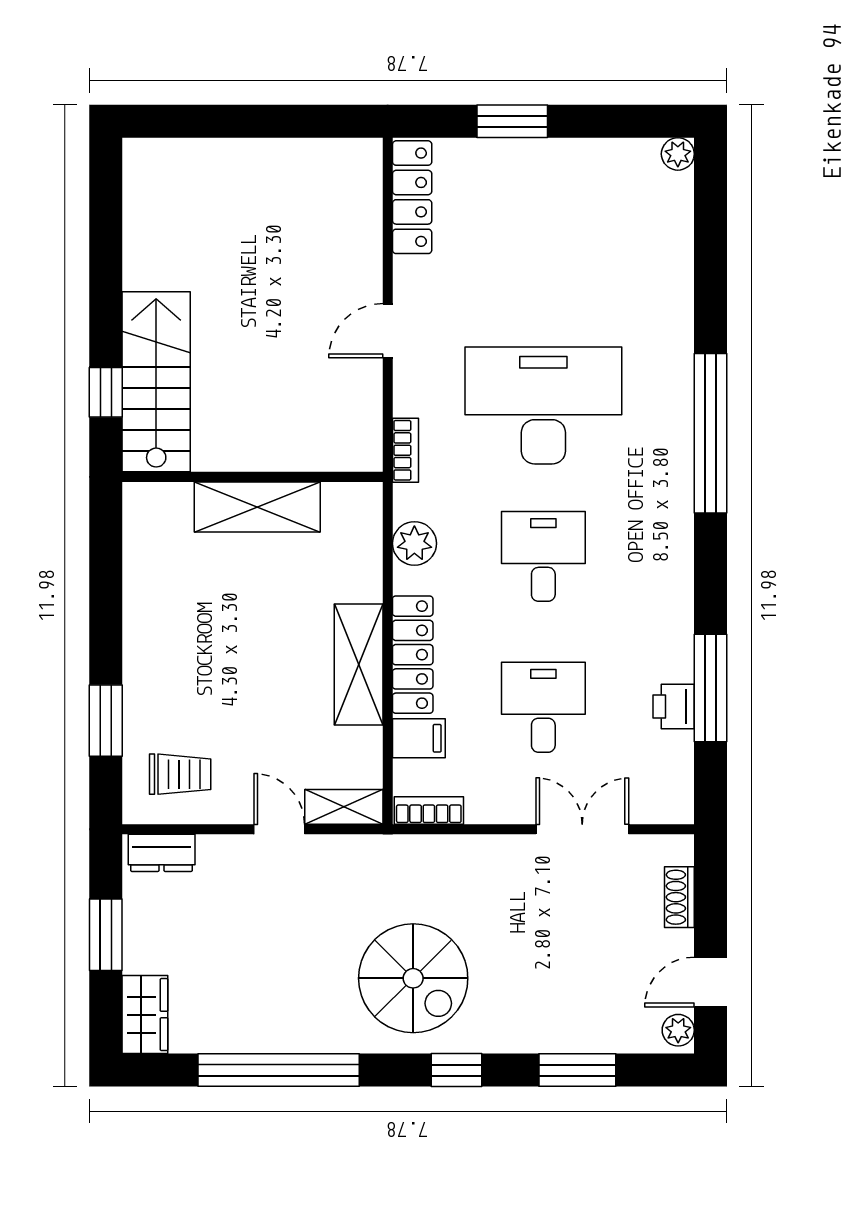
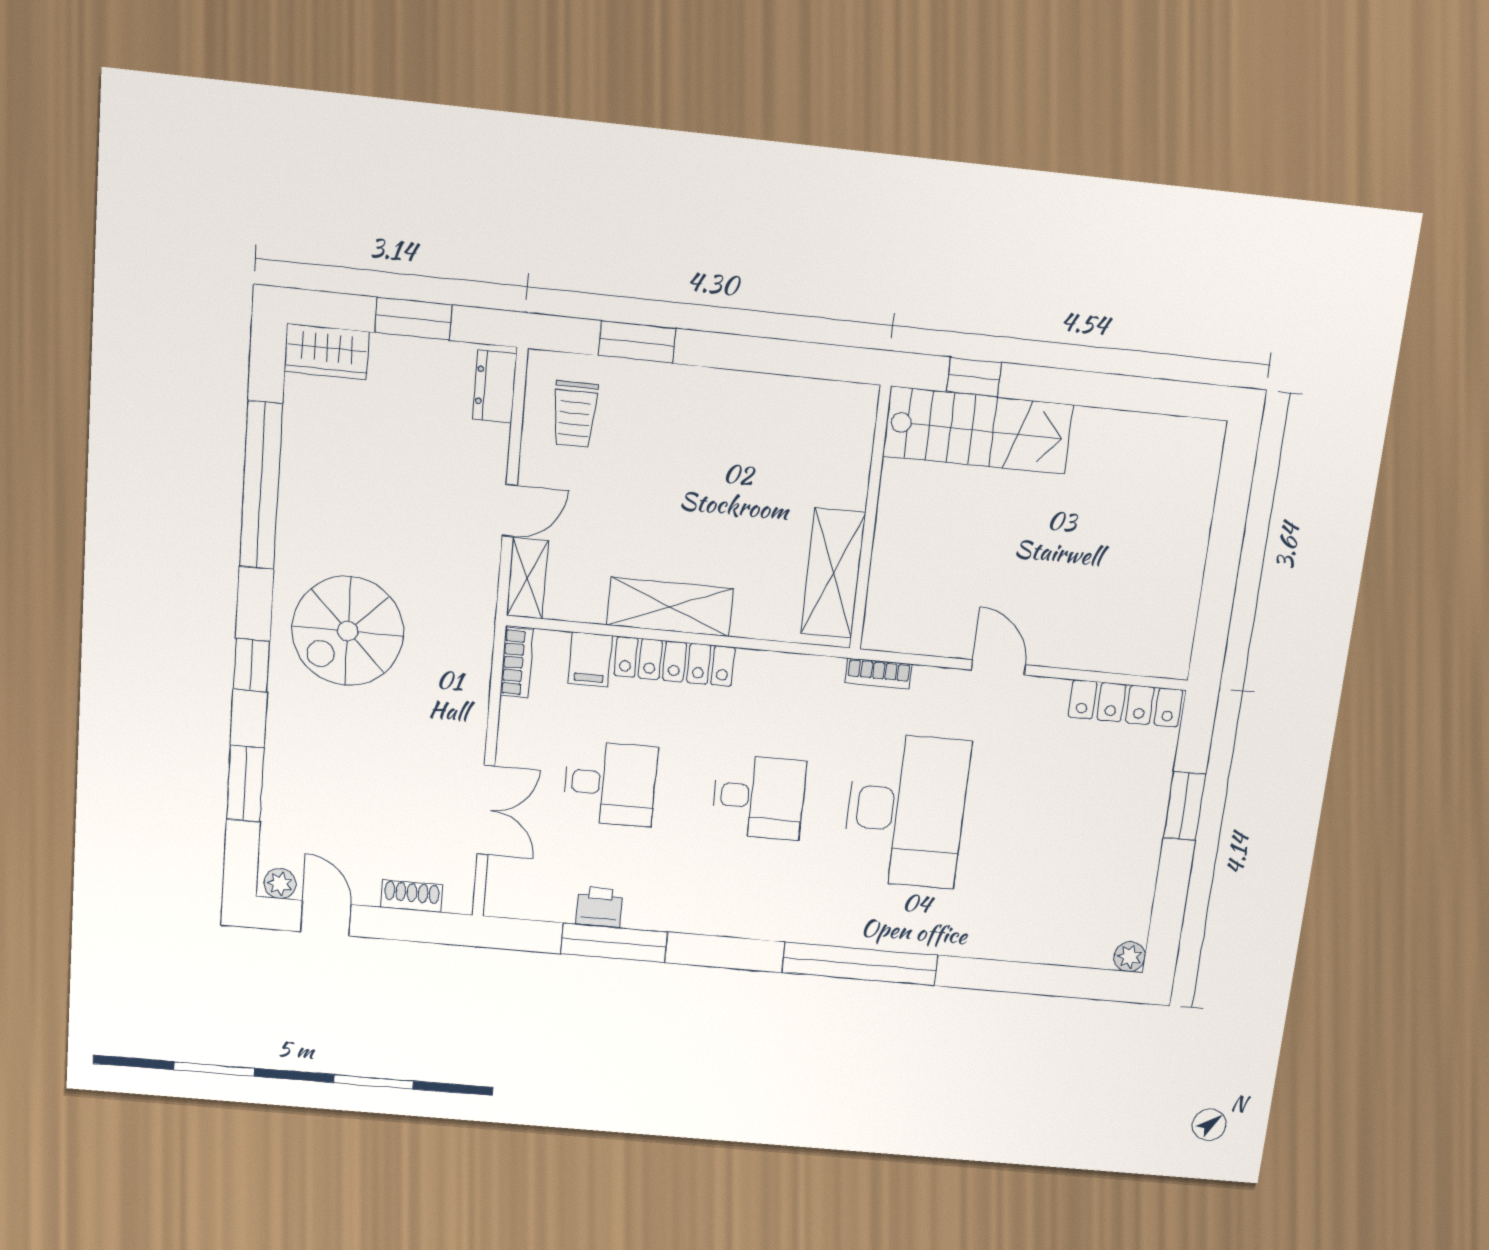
shelving: (257, 507) -> (833, 573), moved
plant: (414, 543) -> (785, 674), removed

